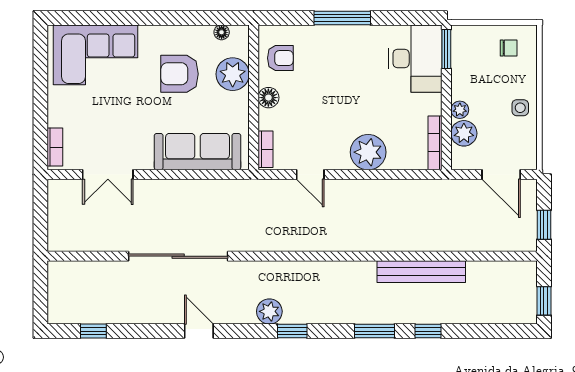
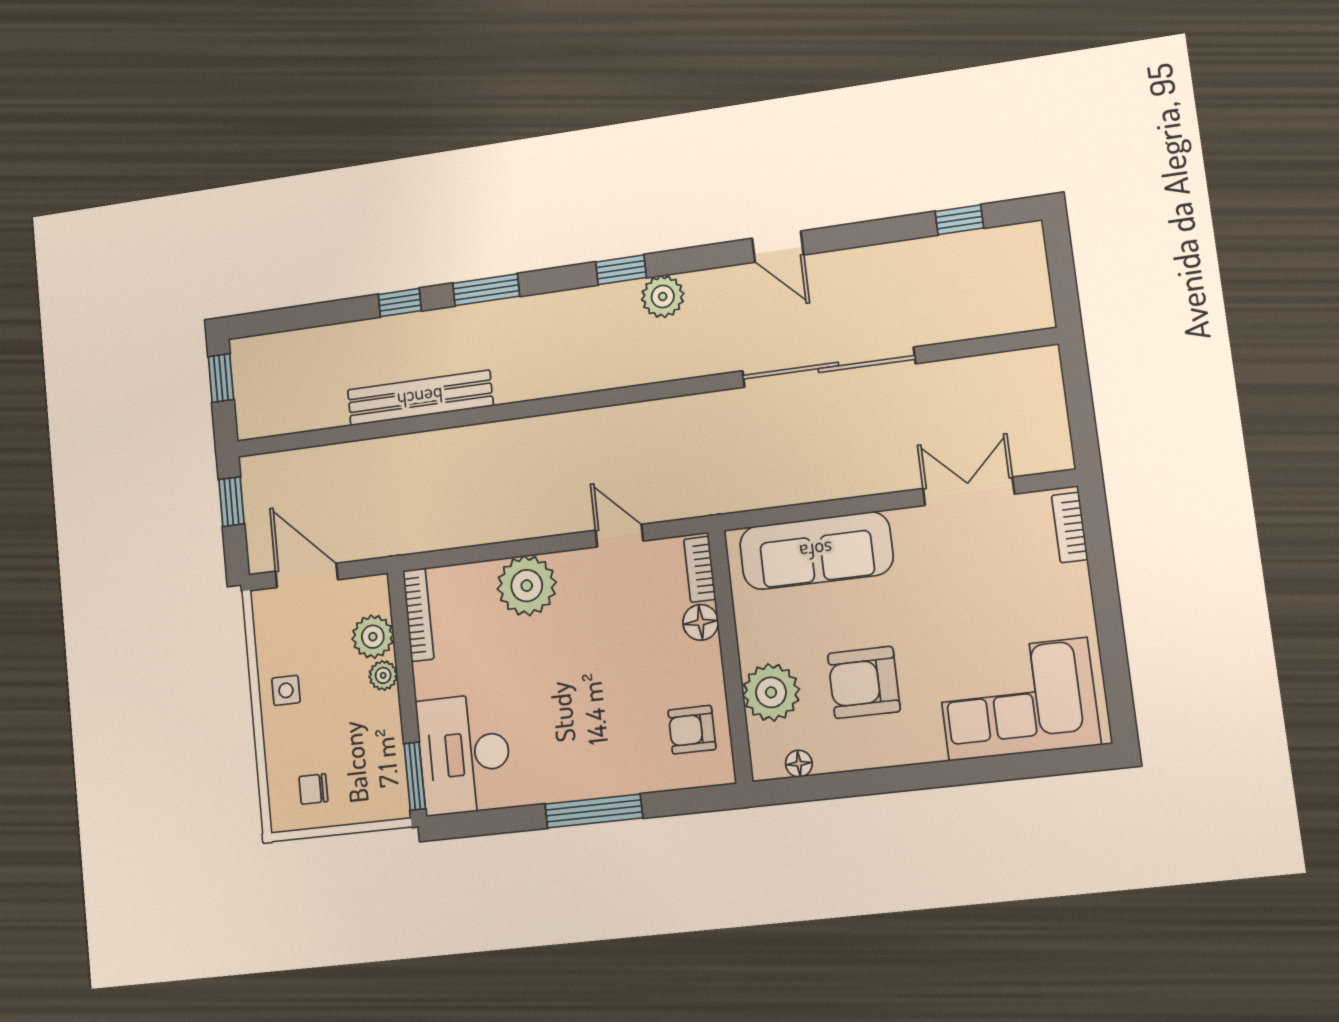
armchair: (180, 74) -> (864, 682), turned 180
floor lamp: (268, 98) -> (701, 622), moved

